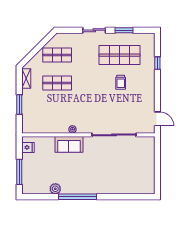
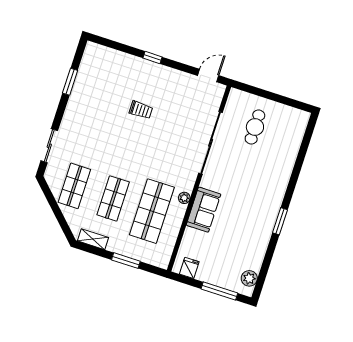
sliding door: (94, 30) -> (49, 146), moved
shop shelf: (120, 55) -> (152, 211), moved
window: (157, 63) -> (153, 58), moved
cafe table: (134, 160) -> (255, 127), added
plant: (55, 189) -> (249, 278), moved
window: (78, 197) -> (280, 221), width x0.47

